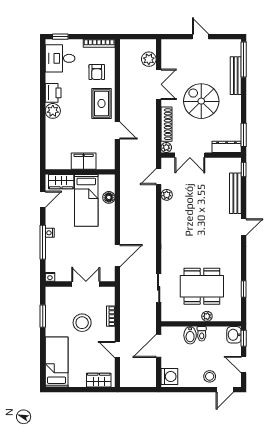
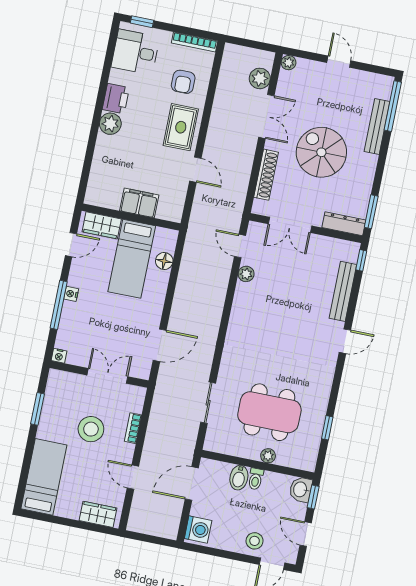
plant: (166, 148) -> (289, 63), moved
door: (159, 177) -> (240, 246), hinge flipped

